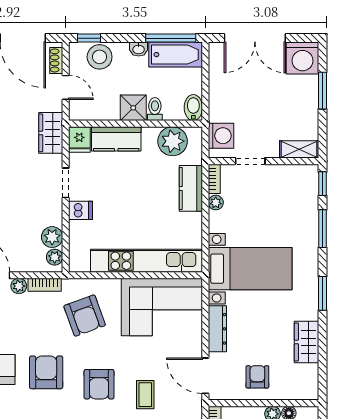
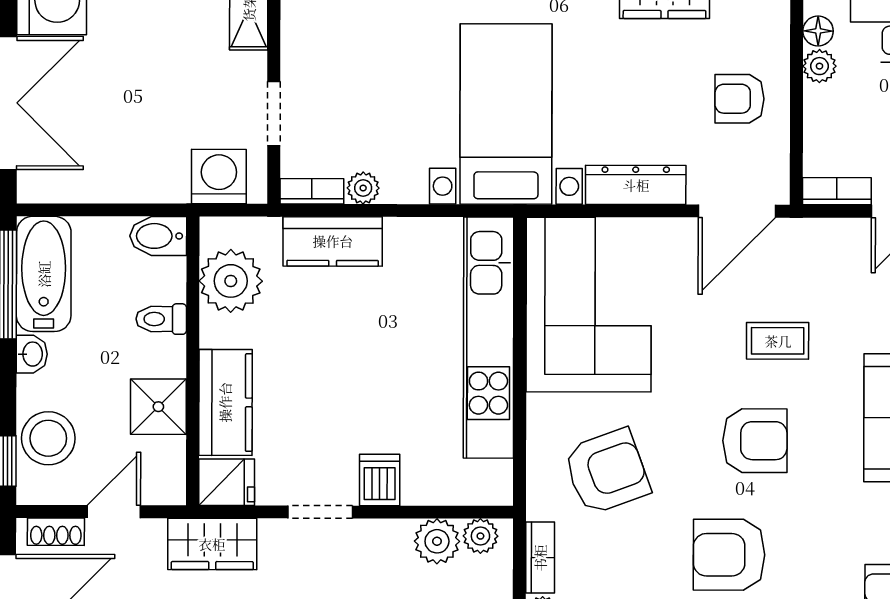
shower: (133, 108) -> (158, 407), moved

